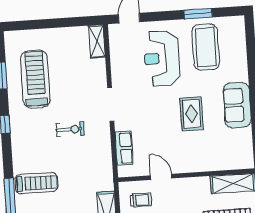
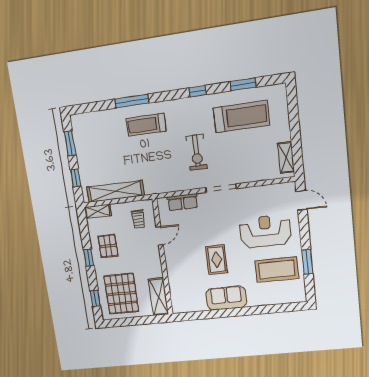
shelving: (97, 41) -> (286, 157), moved, turned 90
rug: (192, 114) -> (217, 260), turned 90
exercise bike: (70, 129) -> (197, 152), width x1.38, depth x1.39
treadmill: (36, 183) -> (146, 125), turned 90

